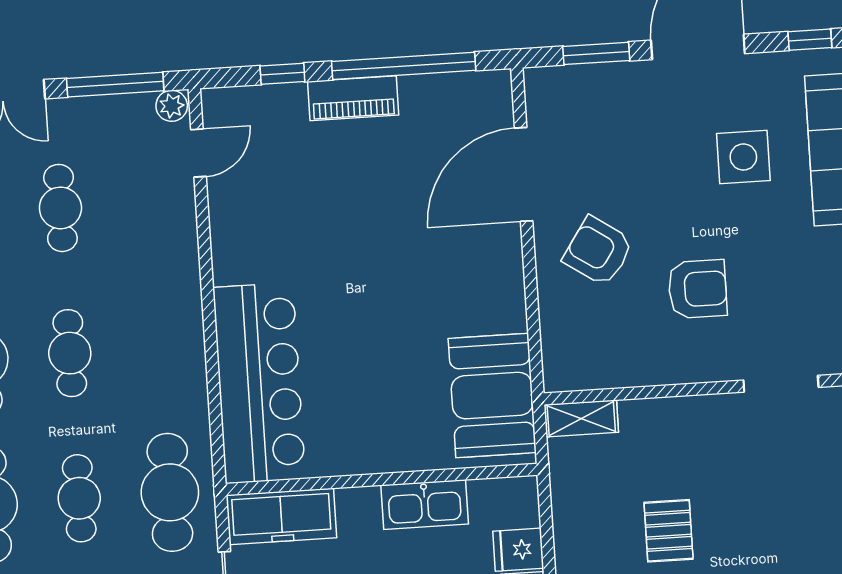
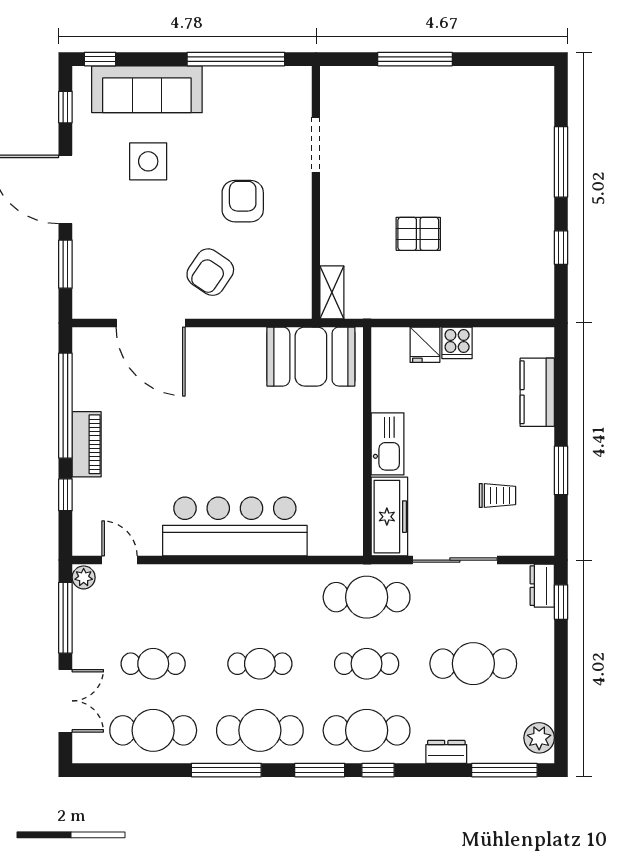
bar counter: (259, 383) -> (235, 527), moved
kitchen sink: (425, 505) -> (388, 444), moved

